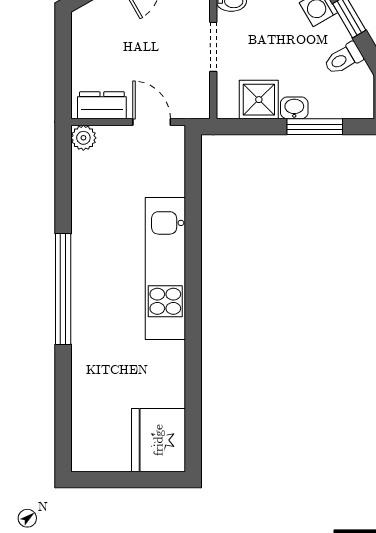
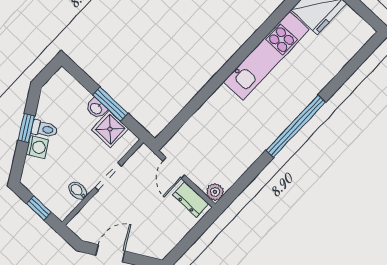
toilet: (343, 59) -> (44, 129), moved
window: (315, 127) -> (110, 104), moved
kitchen unit: (165, 269) -> (266, 56), moved

